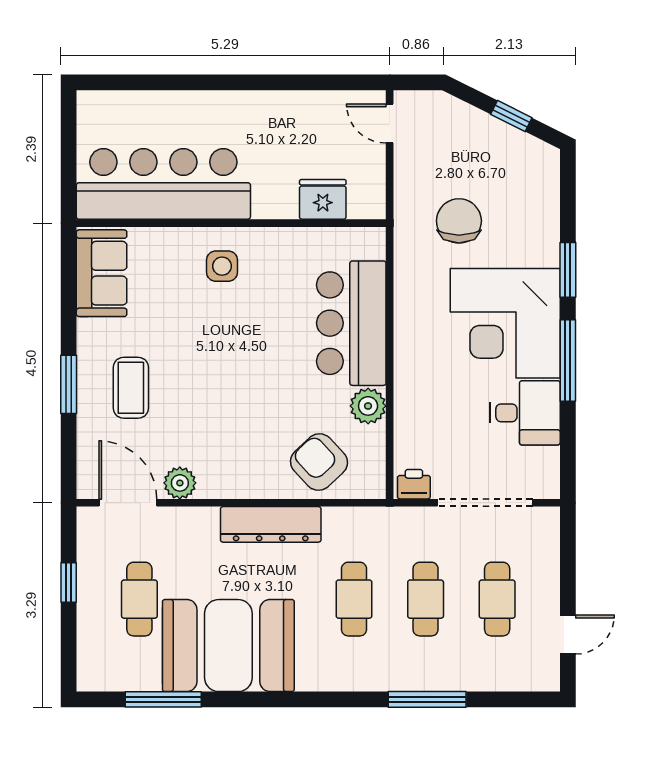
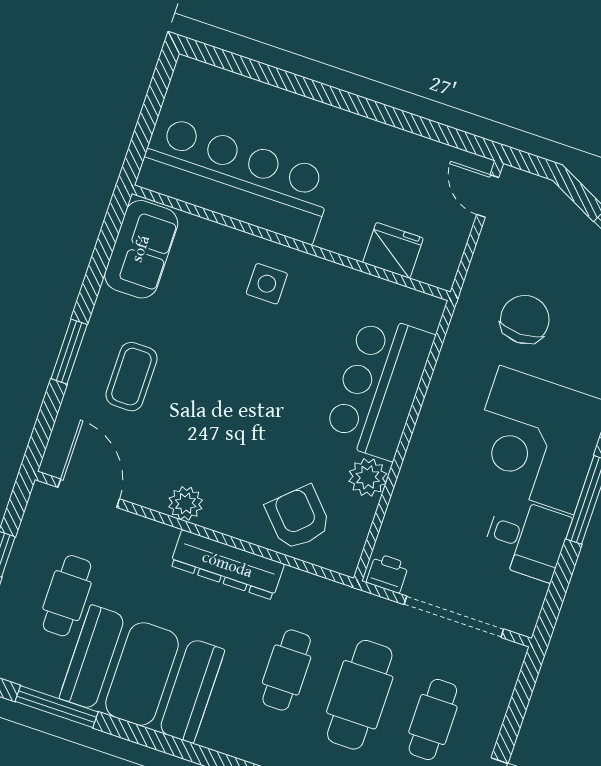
plant: (180, 483) -> (186, 503), moved
cafe table: (426, 599) -> (360, 695), width x1.37, depth x1.35

